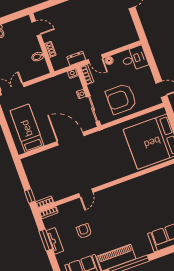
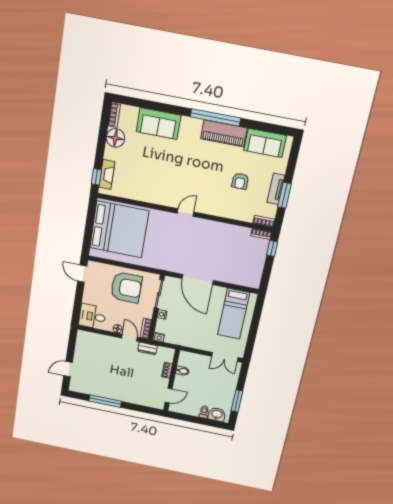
door: (36, 28) -> (169, 396), swing flipped
door: (86, 193) -> (186, 213), moved

